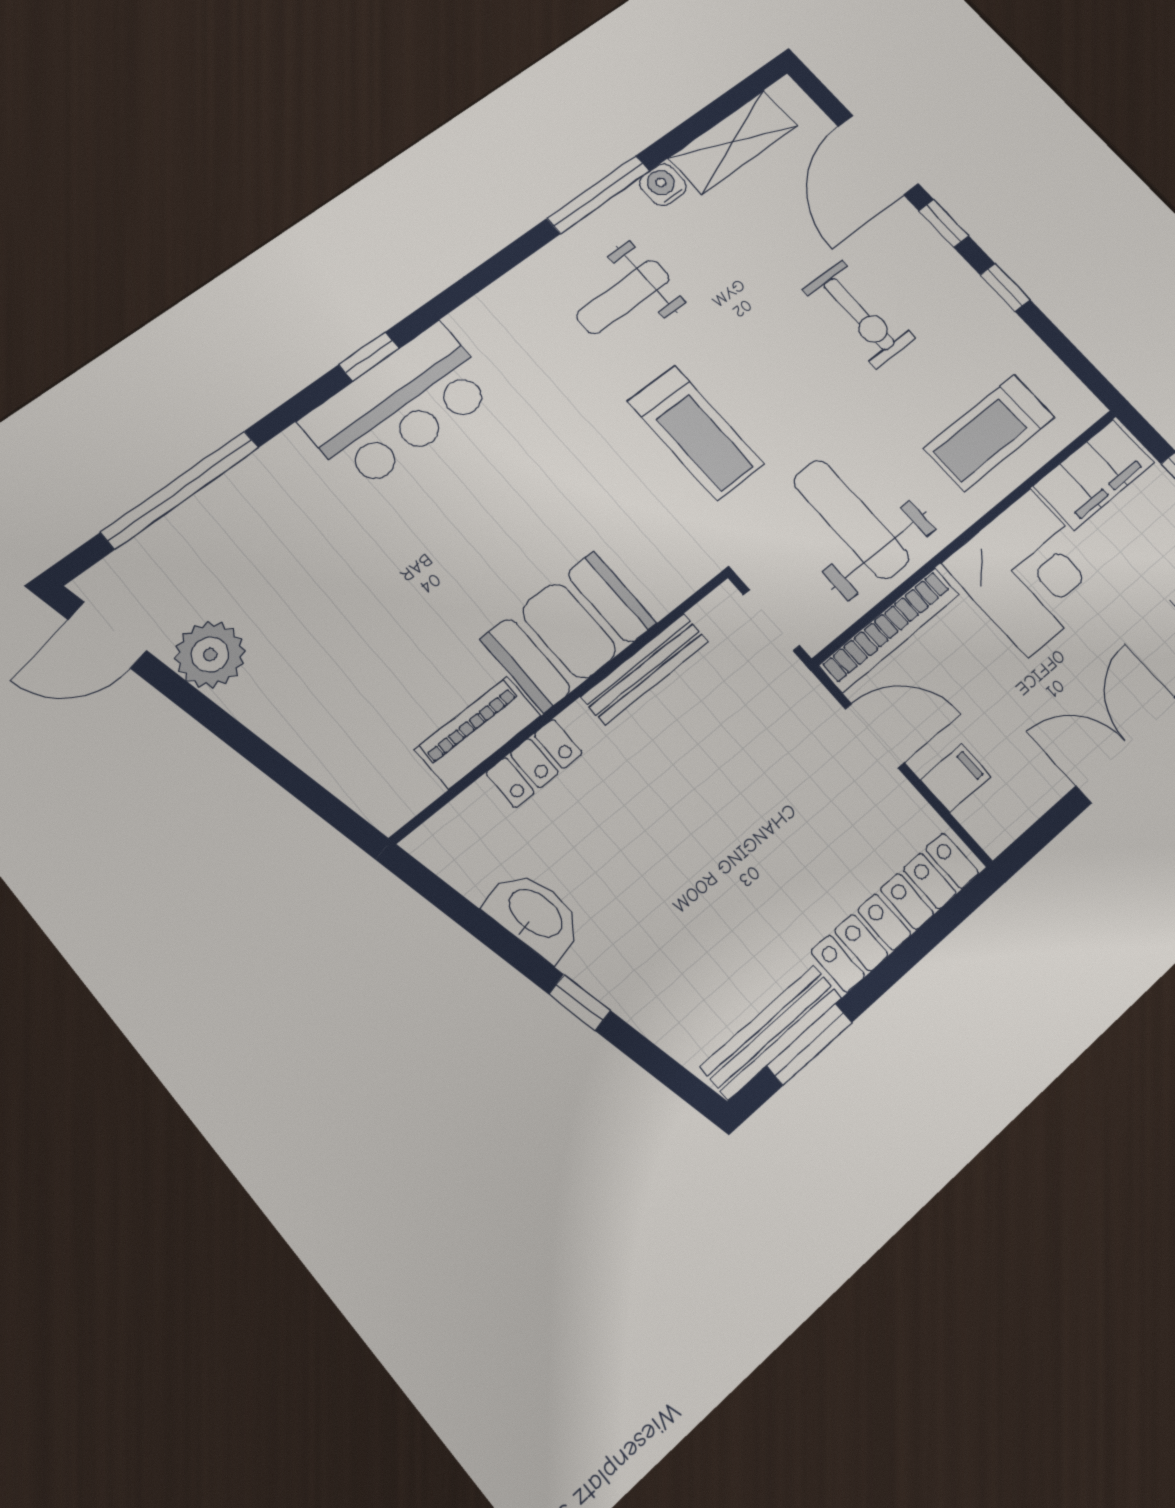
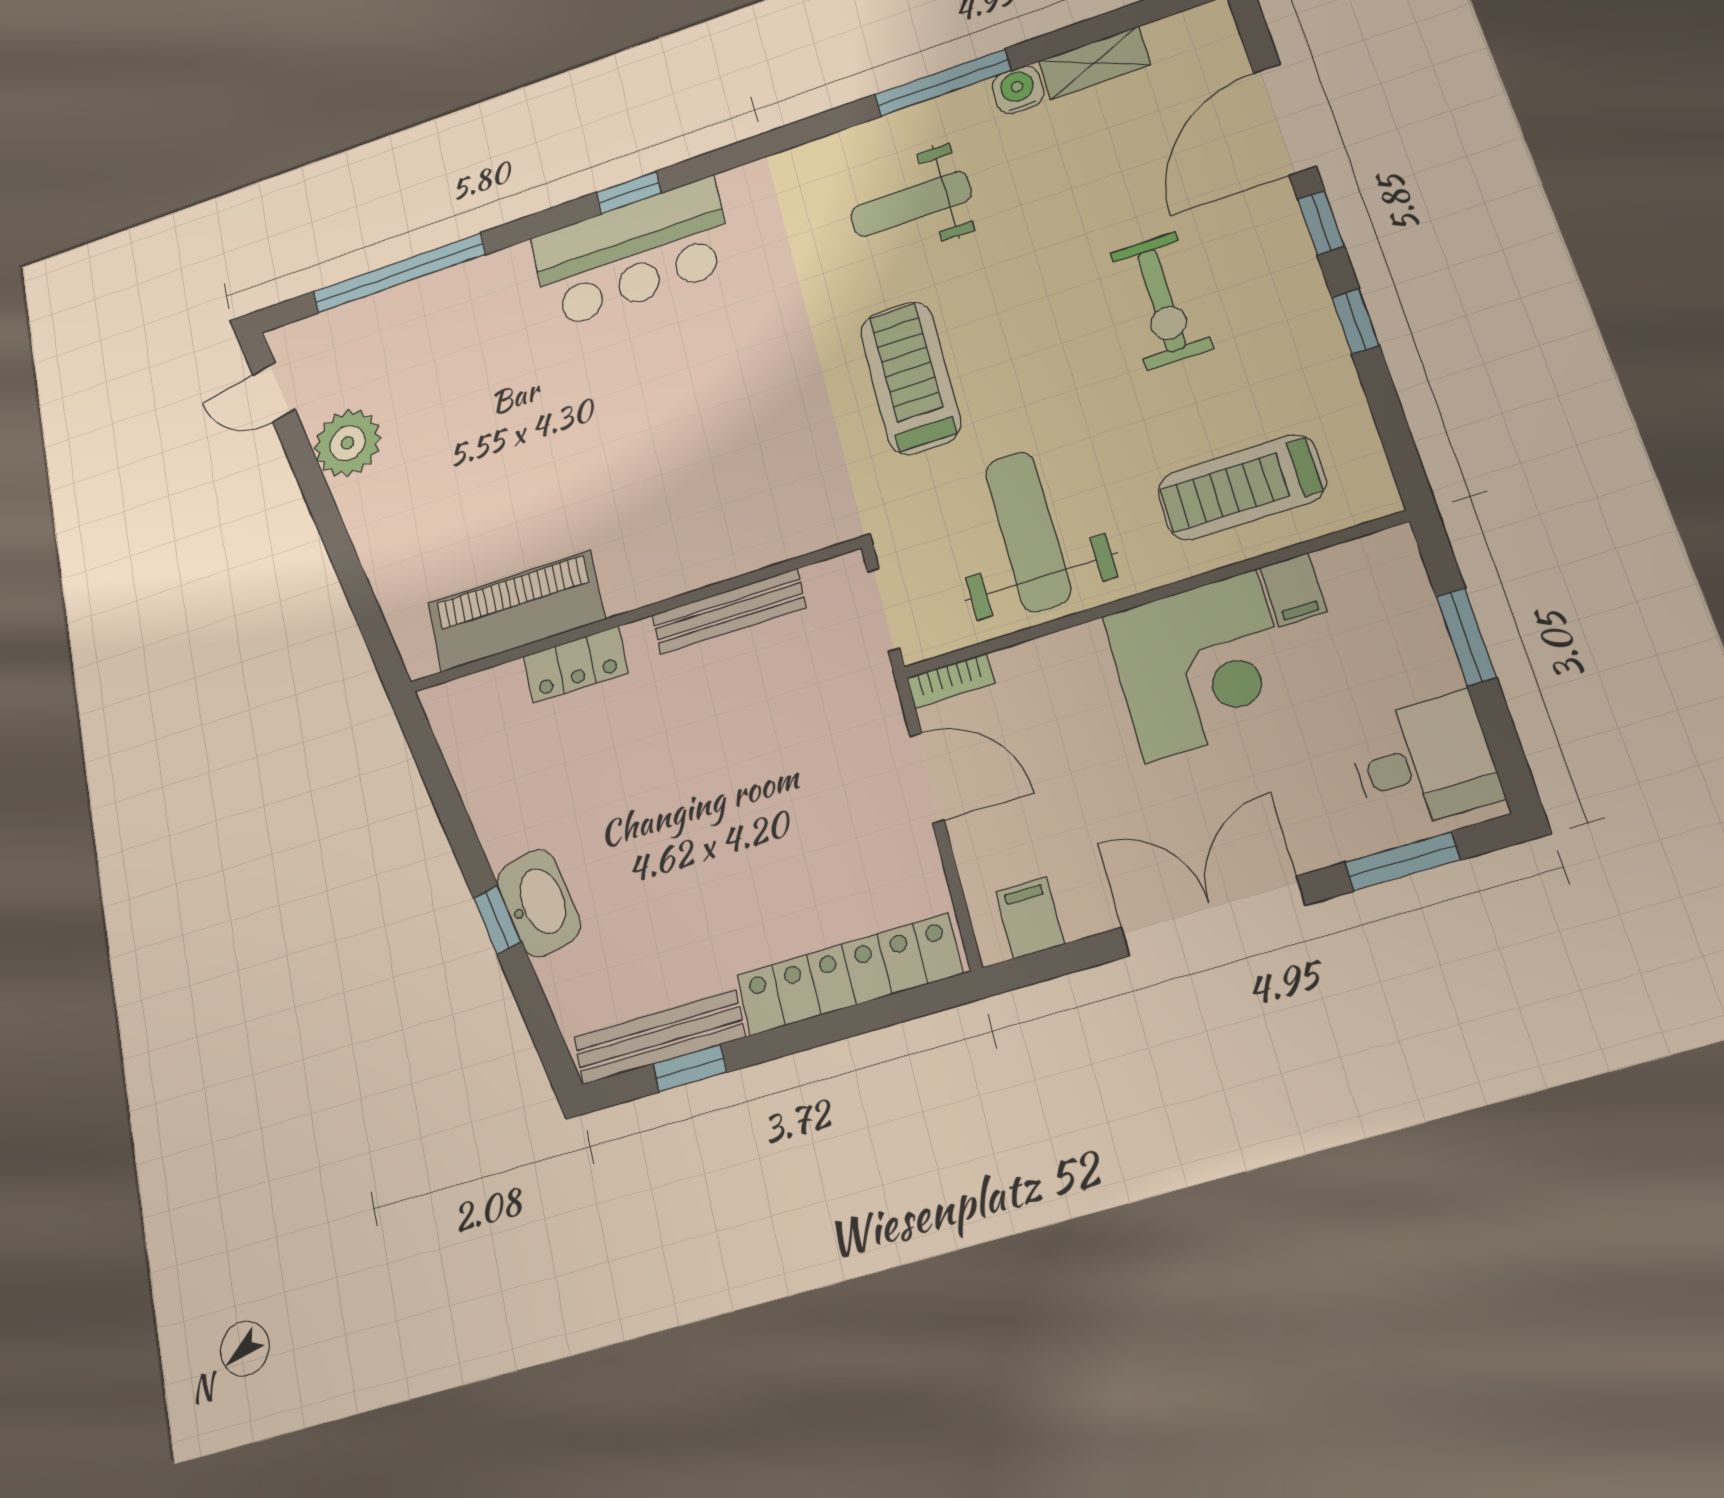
shelving: (733, 142) -> (1095, 63), width x0.67, depth x0.75
treadmill: (696, 433) -> (910, 378), turned 180
filing cabinet: (1094, 474) -> (1293, 590), width x0.33, depth x0.86
bookcase: (889, 630) -> (951, 681), width x0.43, depth x0.76
booth: (569, 631) -> (676, 543), removed
door: (107, 635) -> (274, 392), width x0.73
piano: (478, 733) -> (516, 611), width x1.37, depth x1.33
filing cabinet: (956, 778) -> (1030, 918), moved, turned -90
washbasin: (535, 914) -> (539, 903), moved
window: (809, 1044) -> (690, 1068), width x0.67

